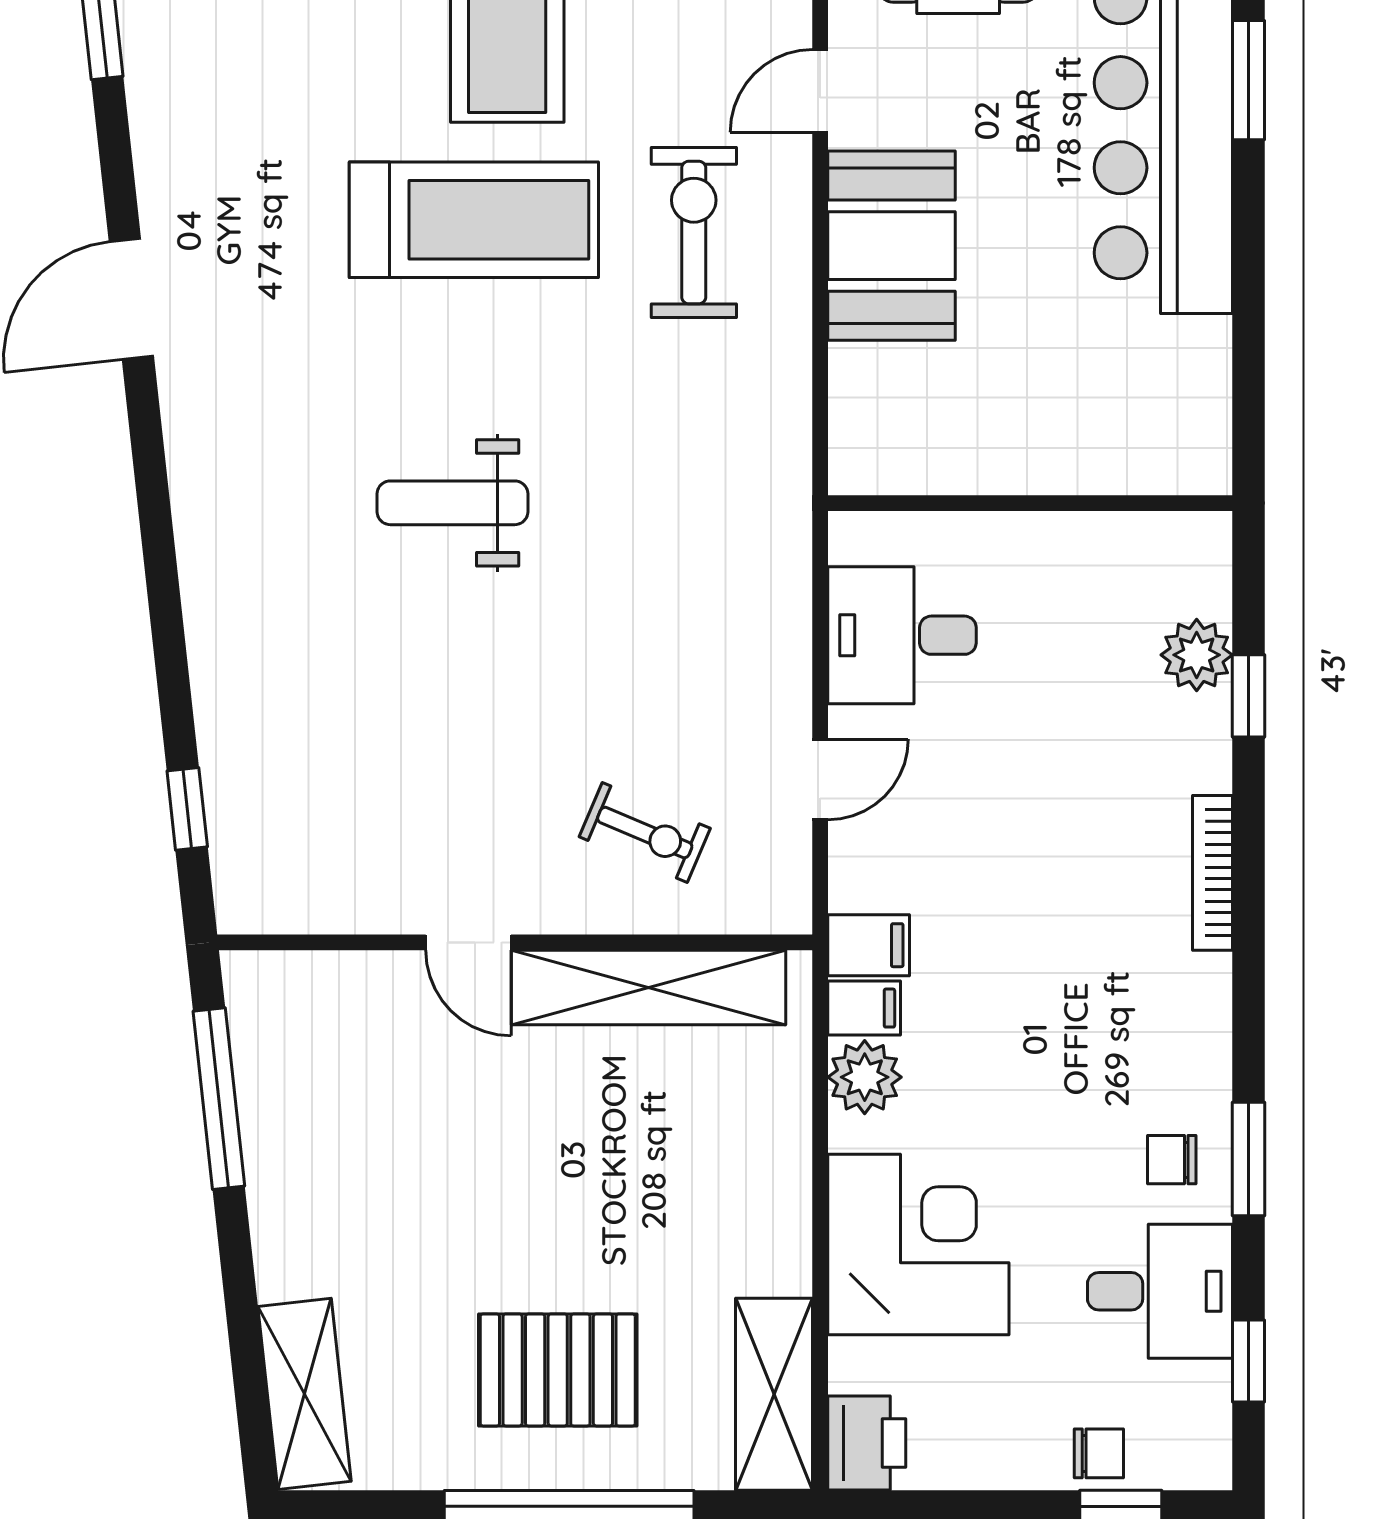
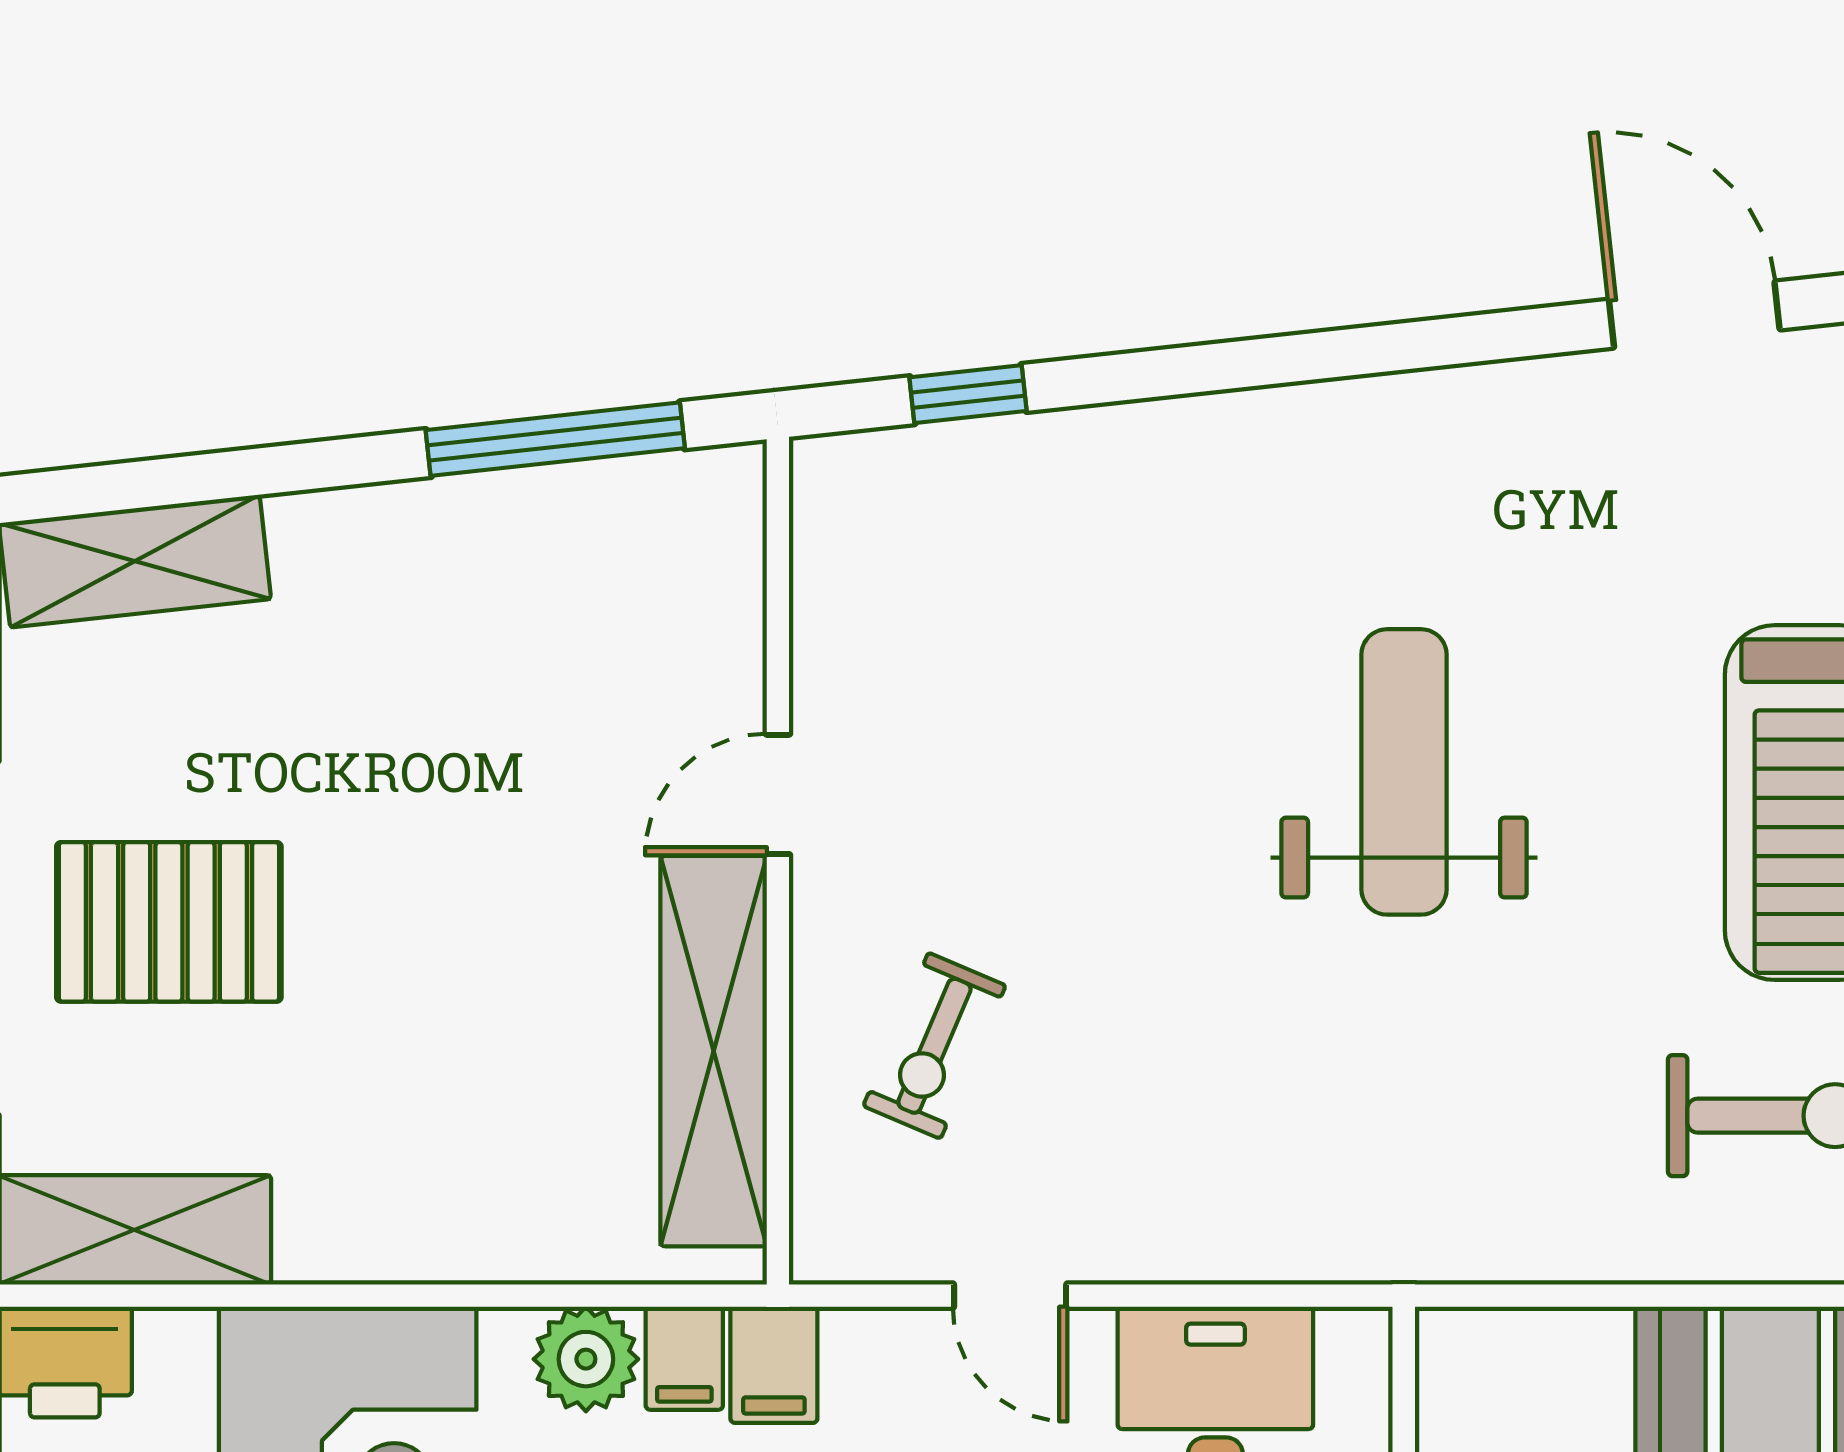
weight bench: (452, 503) -> (1404, 772), width x1.36, depth x1.33
pallet: (558, 1370) -> (169, 922), turned 90

